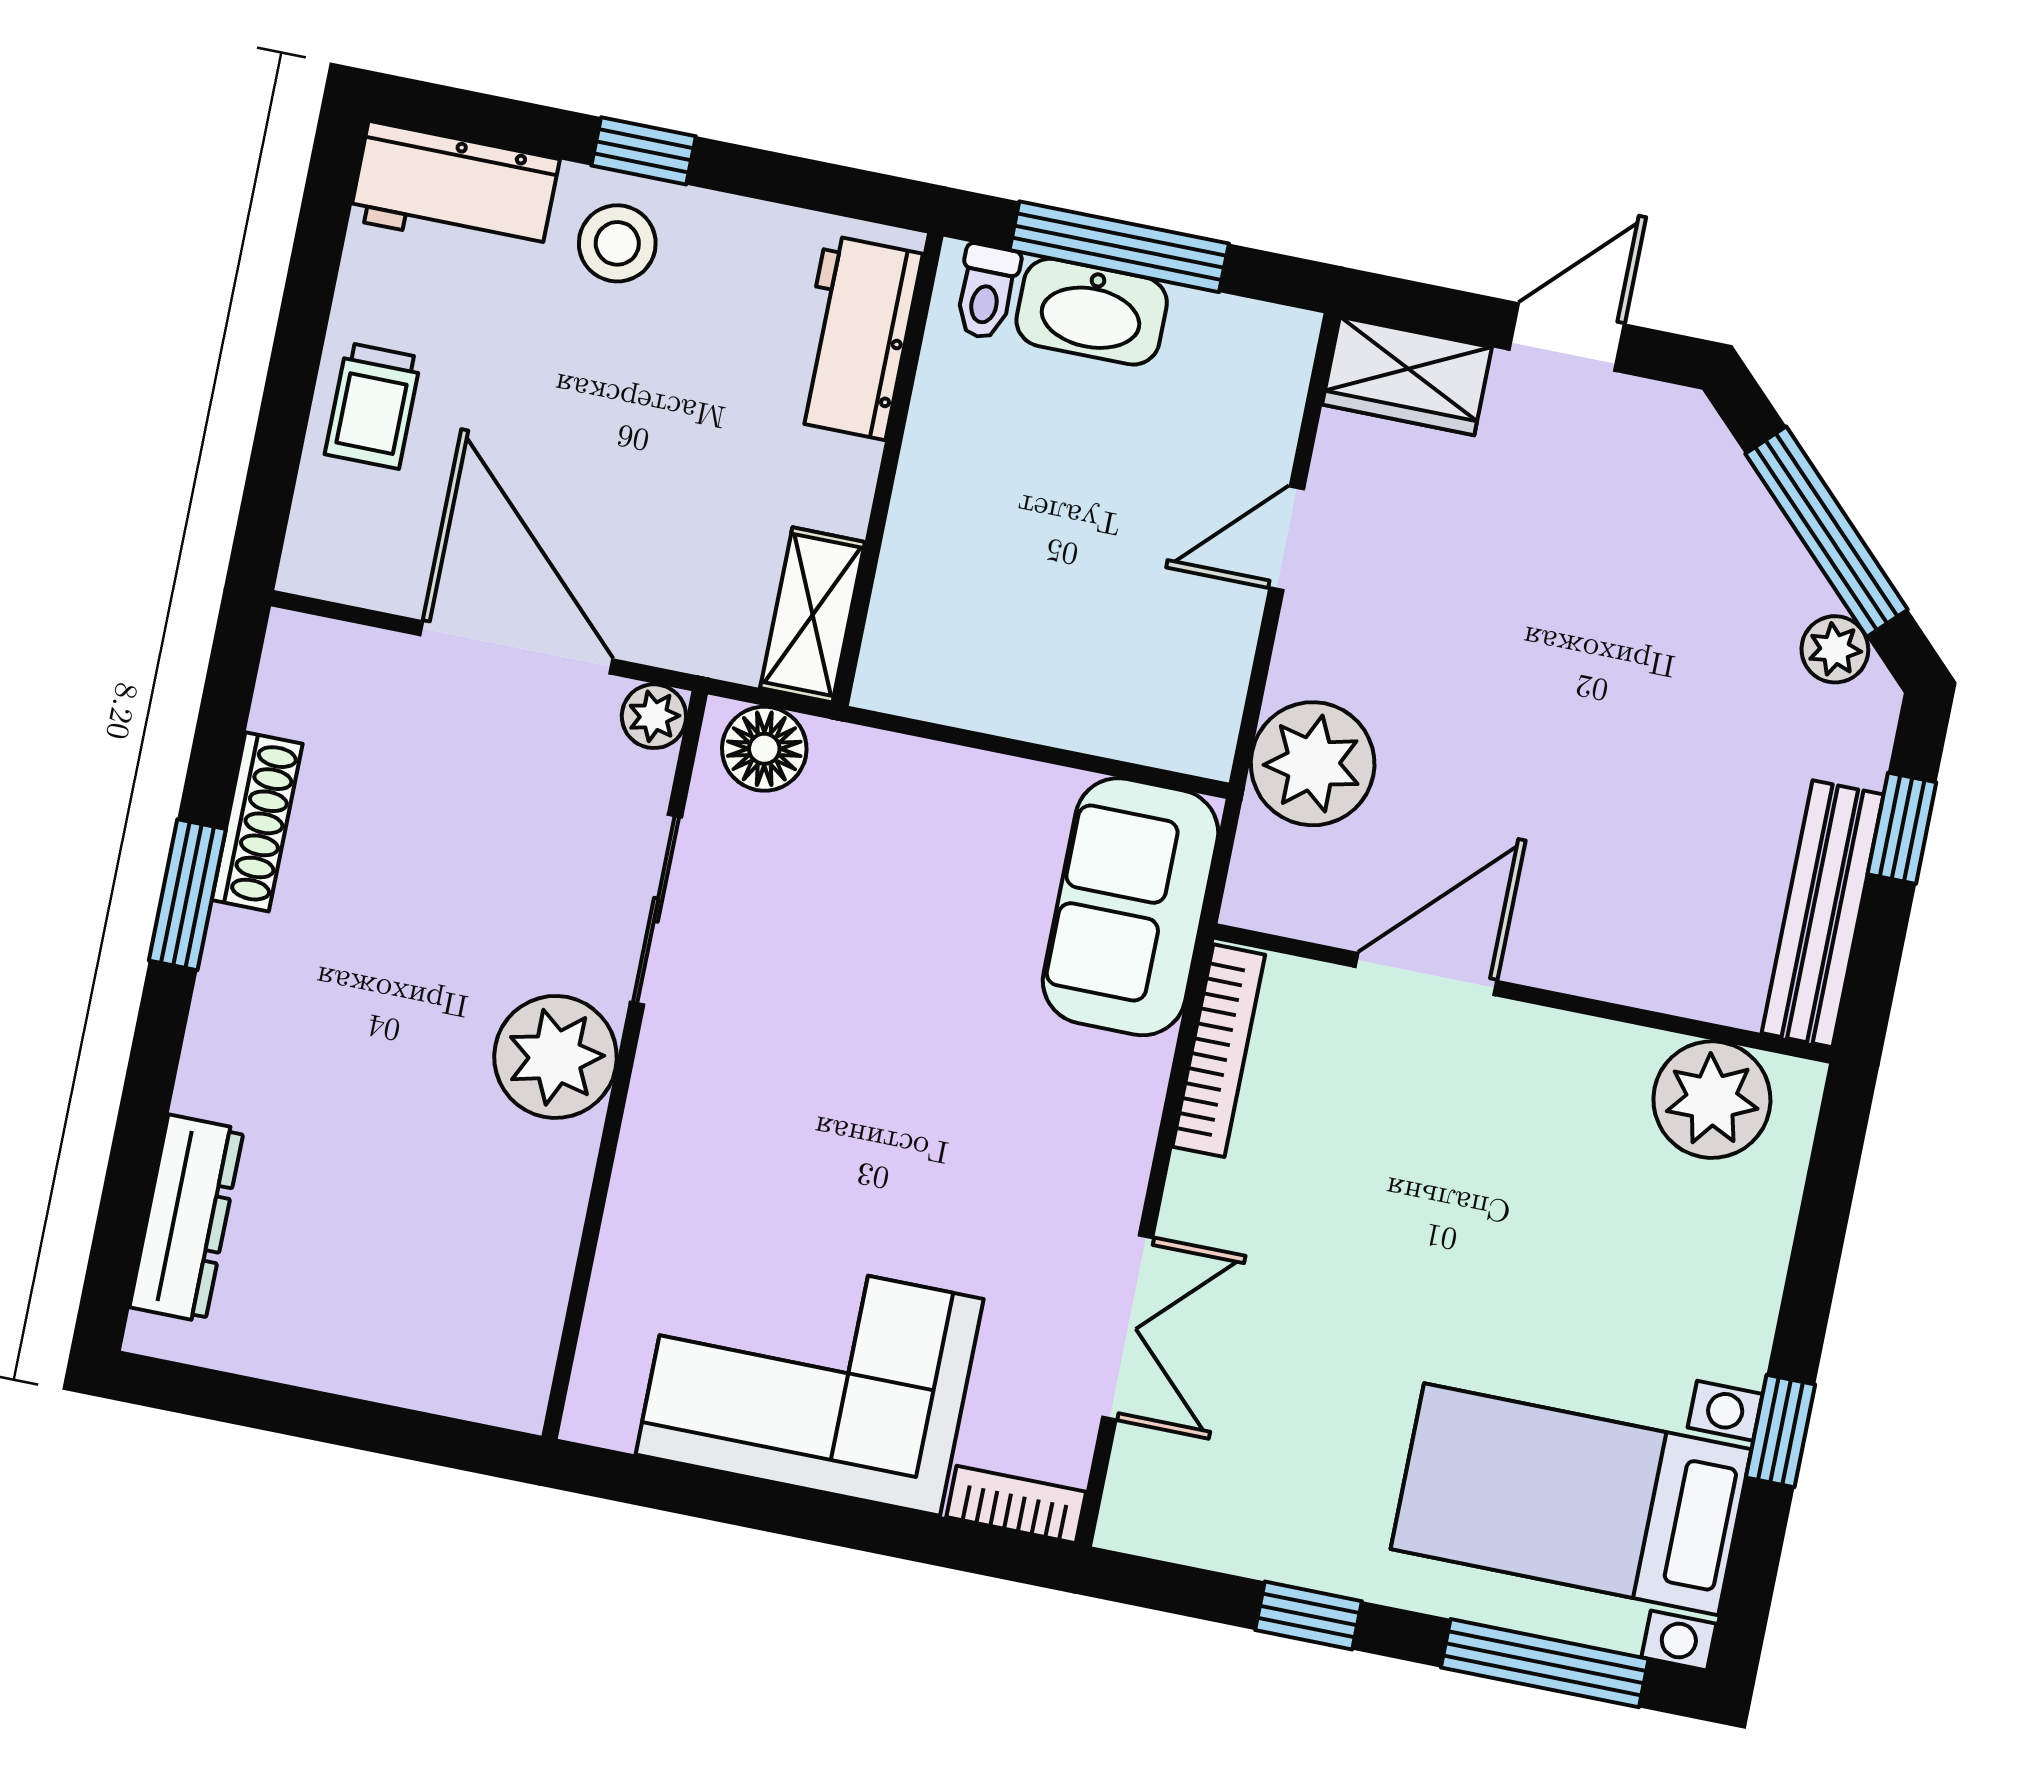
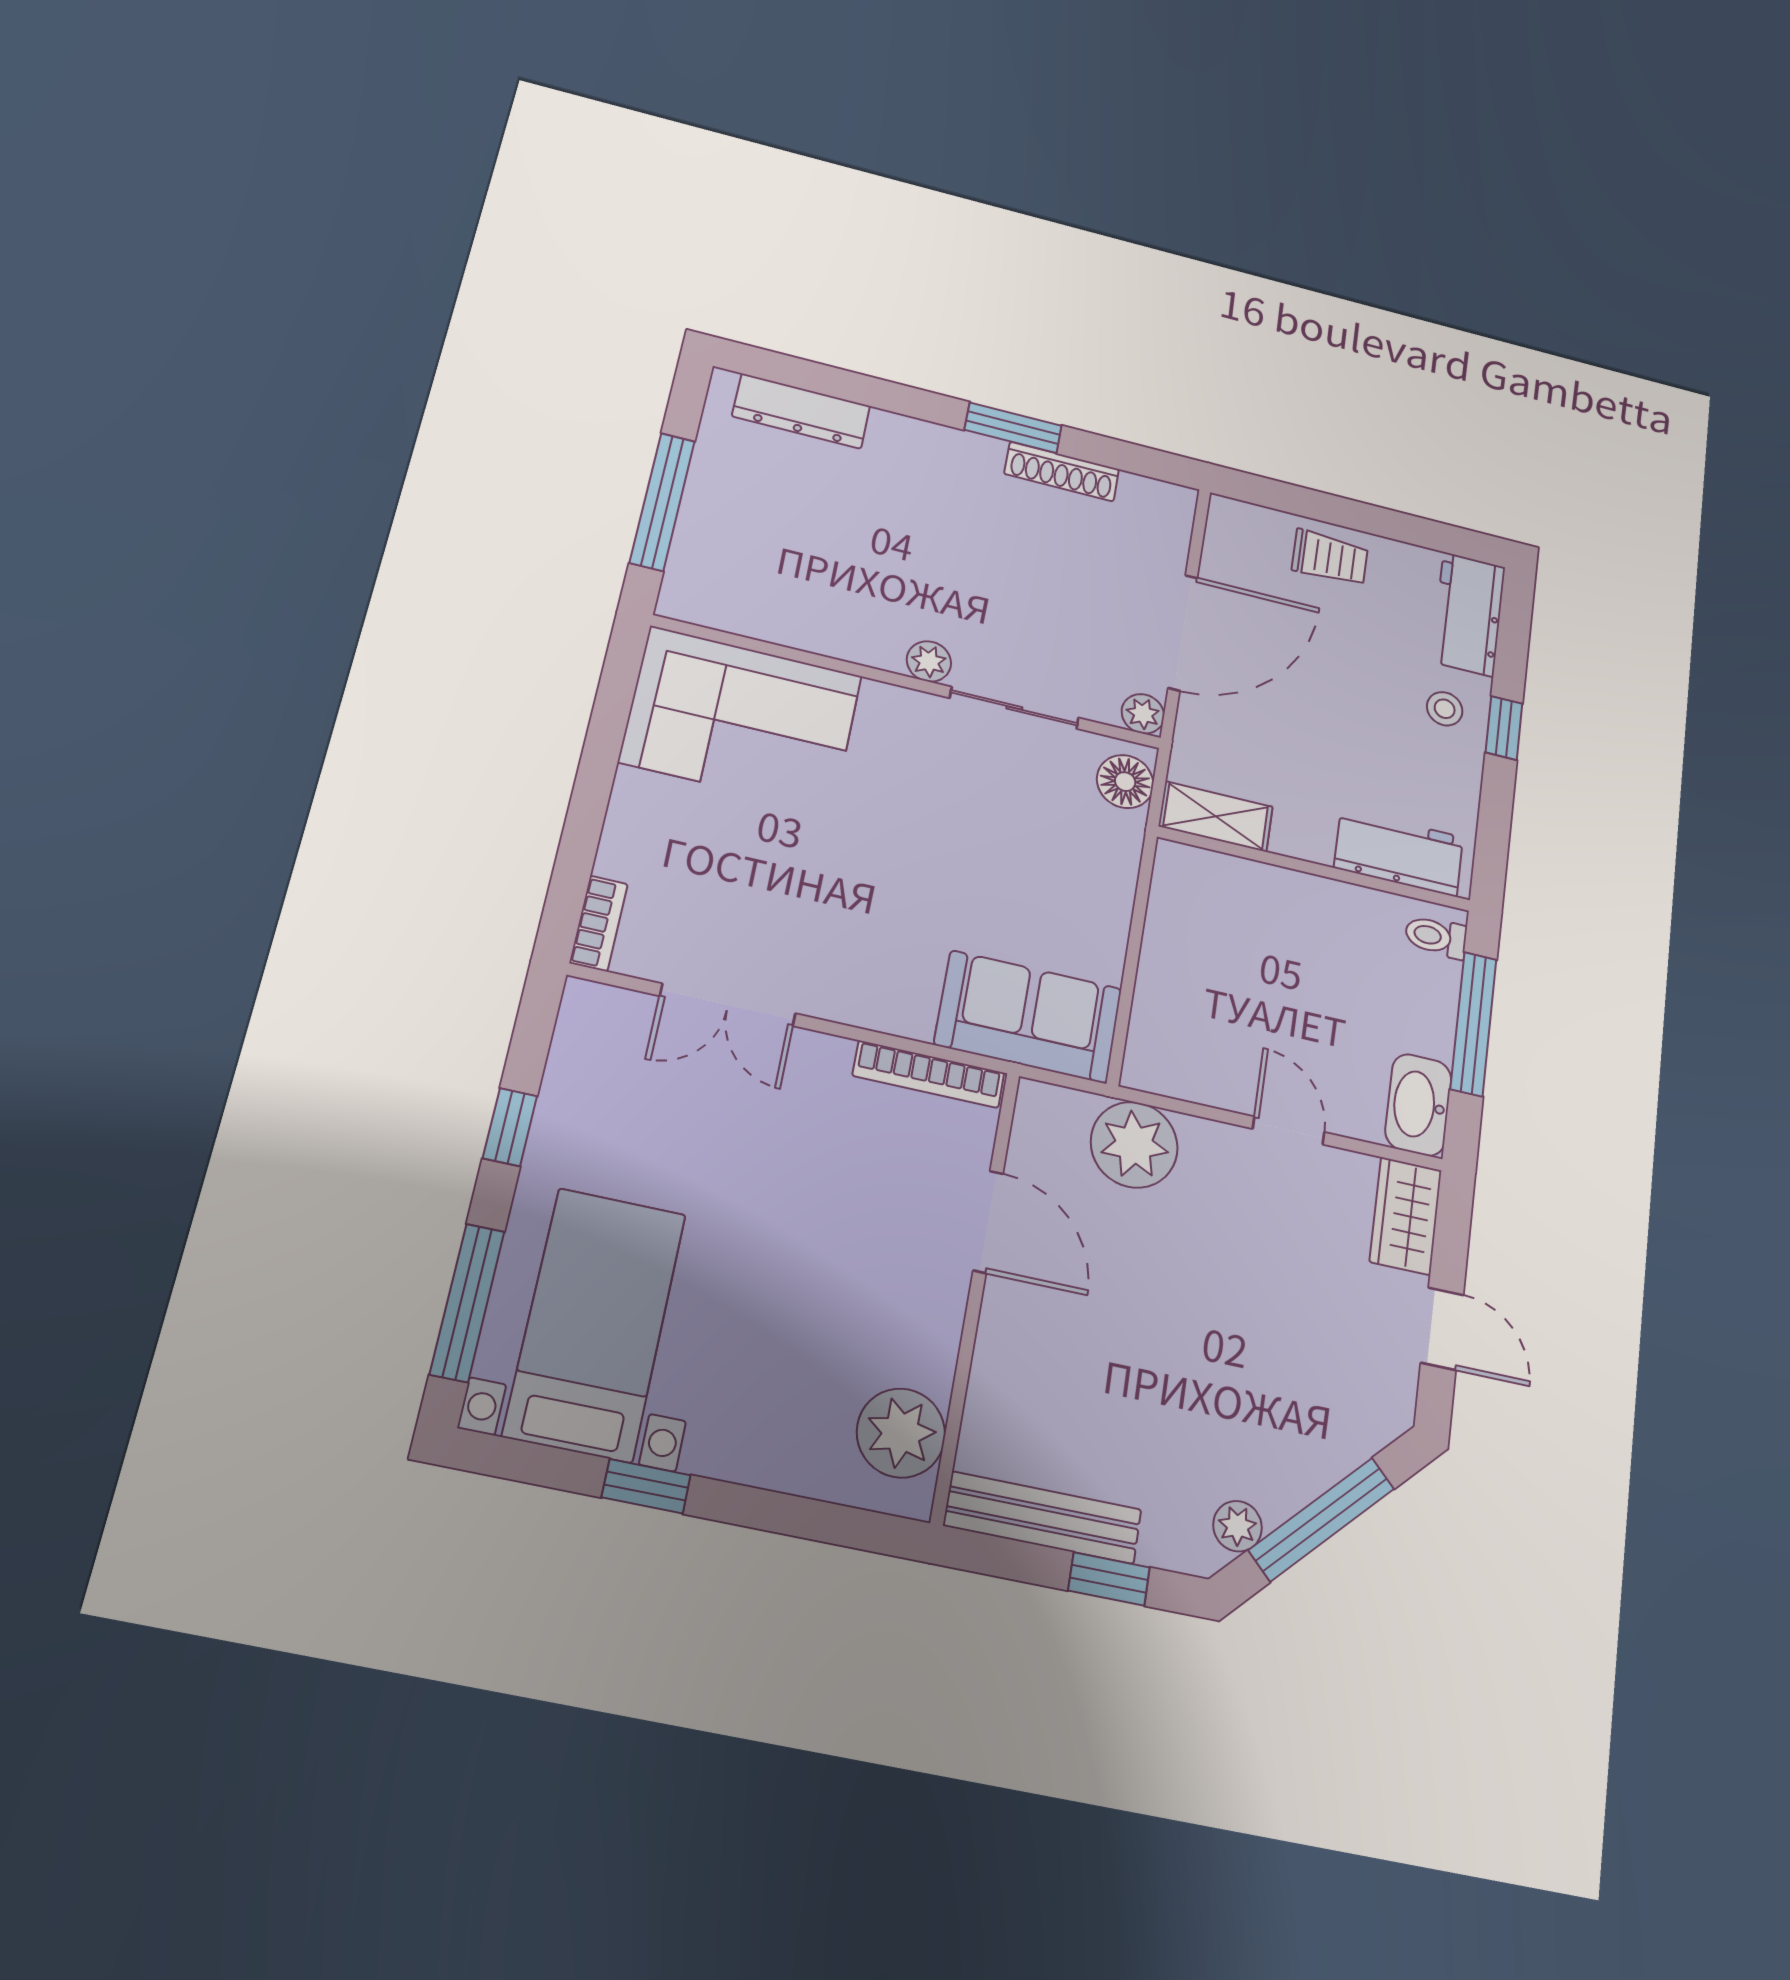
stool: (617, 243) -> (1445, 709), width x0.73, depth x0.73
washbasin: (1092, 312) -> (1418, 1105), moved
trolley: (373, 406) -> (1330, 558), turned 180
plant: (555, 1057) -> (929, 661), width x0.53, depth x0.53
corner sofa: (810, 1377) -> (741, 719), moved, turned 90
window: (356, 1424) -> (662, 502), added

